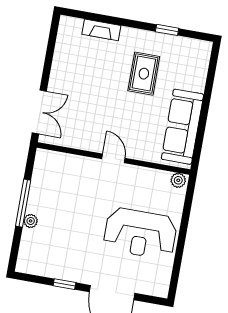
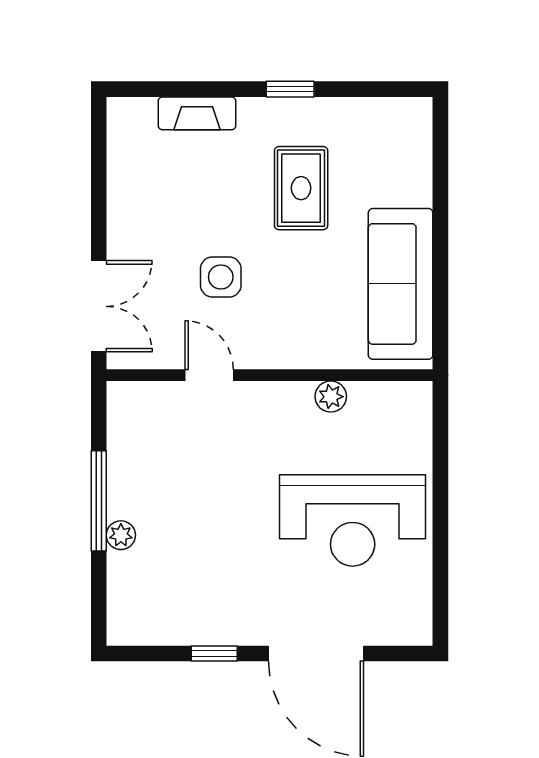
window: (167, 30) -> (290, 89), moved
side table: (99, 108) -> (221, 277), added
door: (113, 158) -> (209, 375), moved
plant: (178, 180) -> (331, 397), moved

